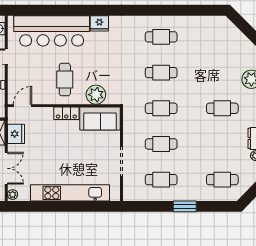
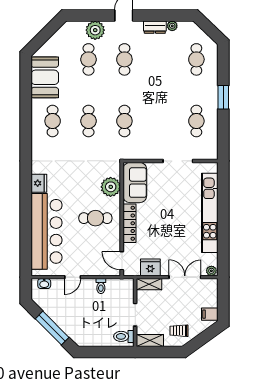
booth: (204, 29) -> (45, 77), added
locker: (66, 113) -> (130, 223), width x1.53
cafe table: (161, 144) -> (88, 59), moved

